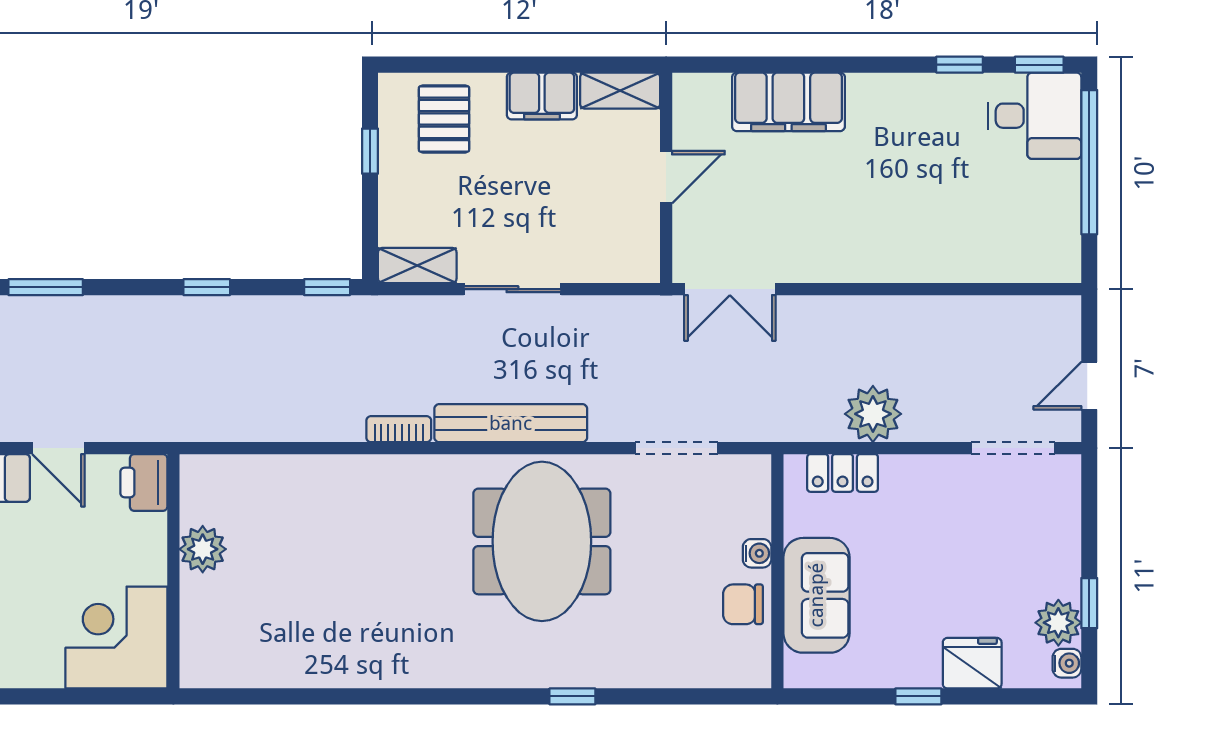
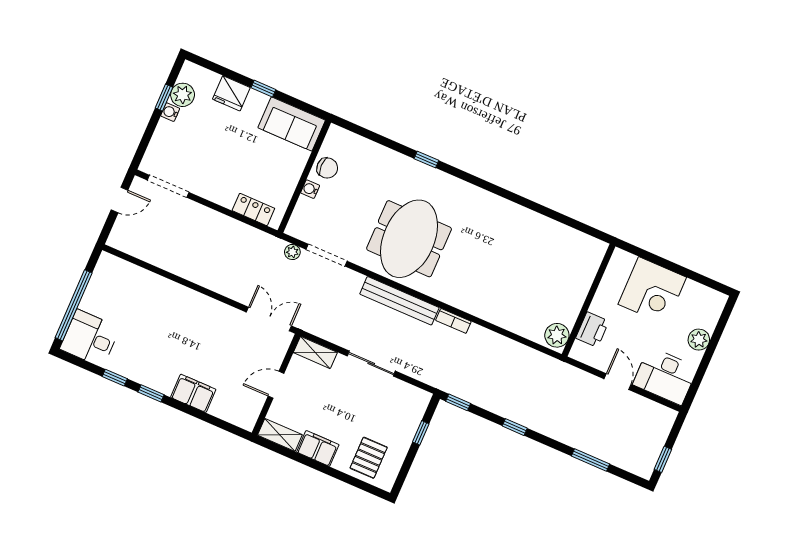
window: (1039, 65) -> (151, 393), moved
filing cabinet: (788, 102) -> (193, 393), width x0.67, depth x0.86
window: (370, 151) -> (421, 433), moved
shelving: (417, 266) -> (315, 352), moved
plant: (873, 414) -> (292, 252), moved, width x0.53, depth x0.53
printer: (144, 482) -> (592, 330), moved
plant: (203, 549) -> (557, 335), moved
sofa: (816, 595) -> (292, 124), moved, turned -90
corner desk: (116, 637) -> (652, 291), moved
water cooler: (1067, 663) -> (170, 112), moved

